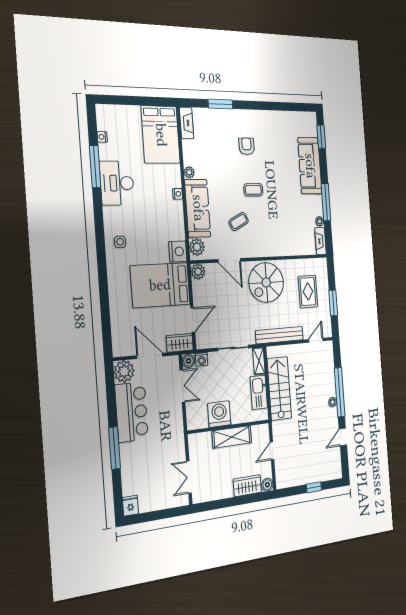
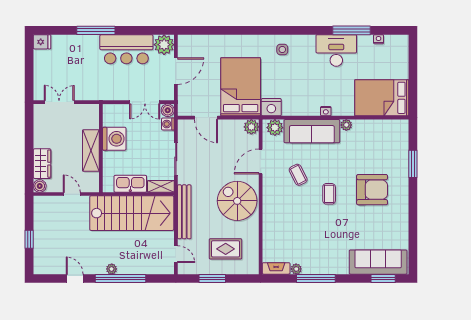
fireplace: (187, 123) -> (393, 126), removed
armchair: (247, 146) -> (372, 190), width x1.88, depth x1.88
sofa: (310, 166) -> (378, 262), moved
wardrobe: (180, 343) -> (185, 102), removed
stairs: (279, 388) -> (132, 213), width x1.36, depth x1.51

